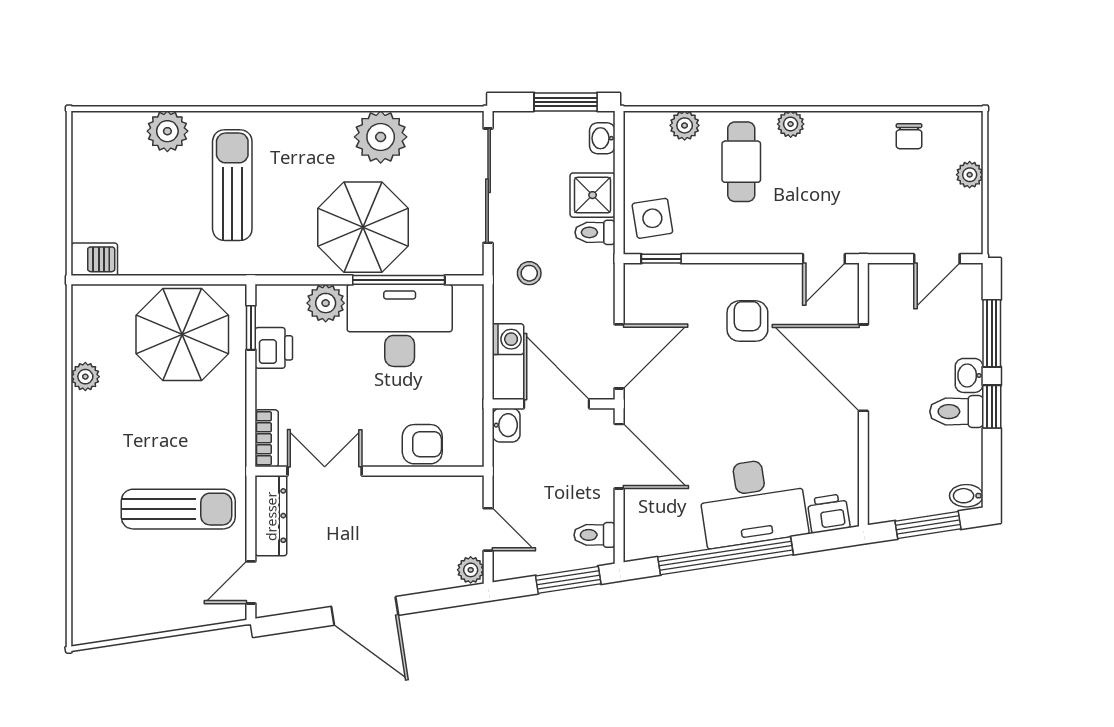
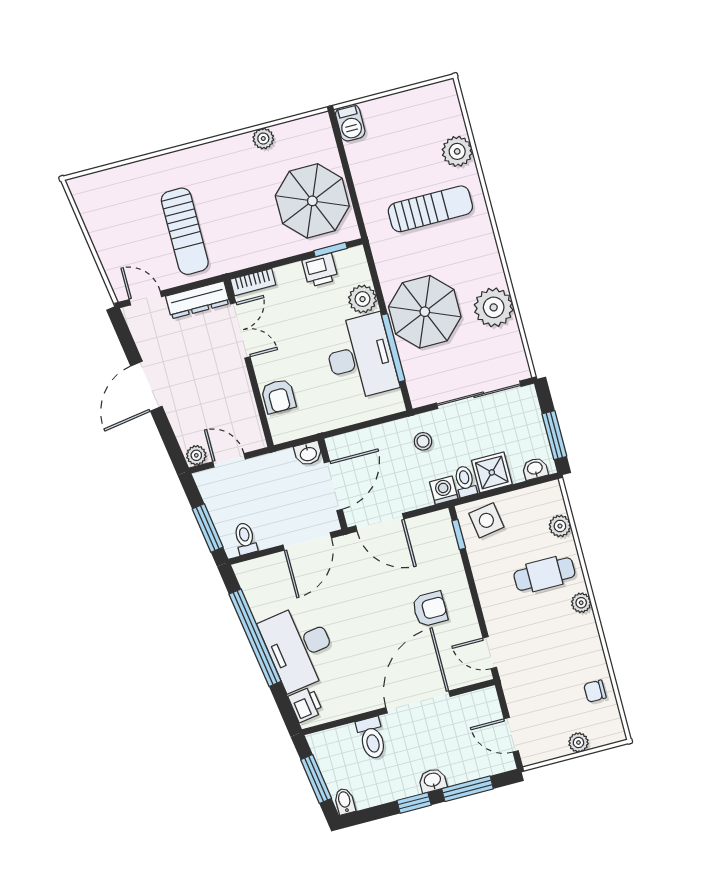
washing machine: (508, 339) -> (444, 490), moved, turned 180
toilet: (956, 412) -> (372, 738), moved, turned 180
door: (488, 529) -> (229, 460), swing flipped

